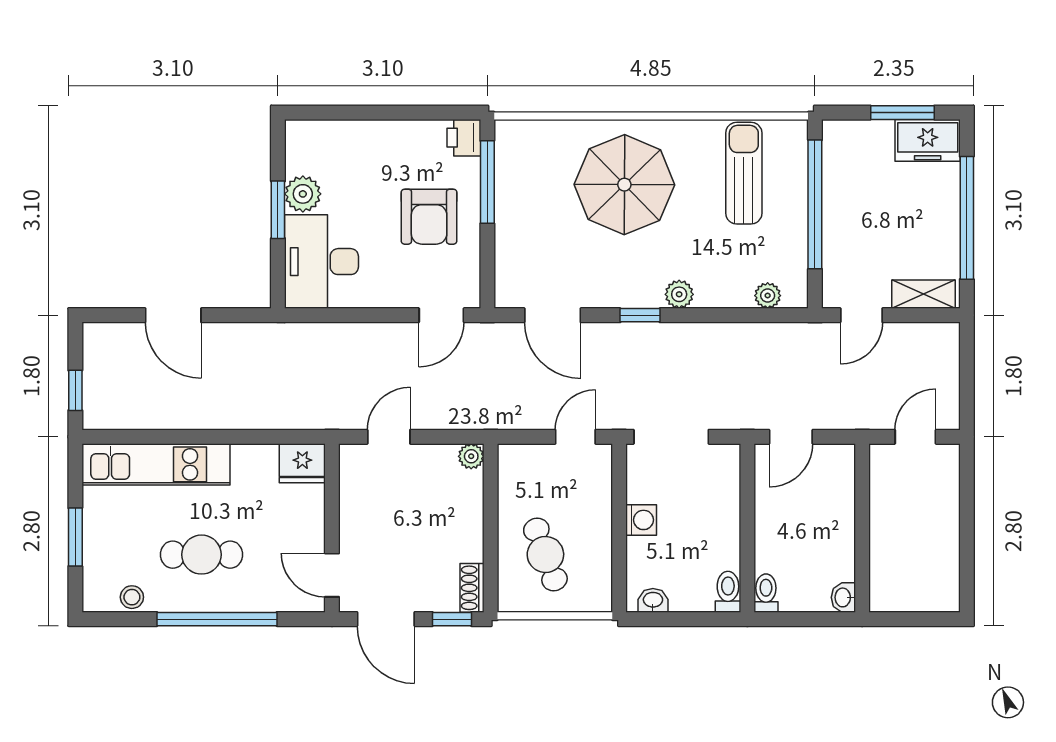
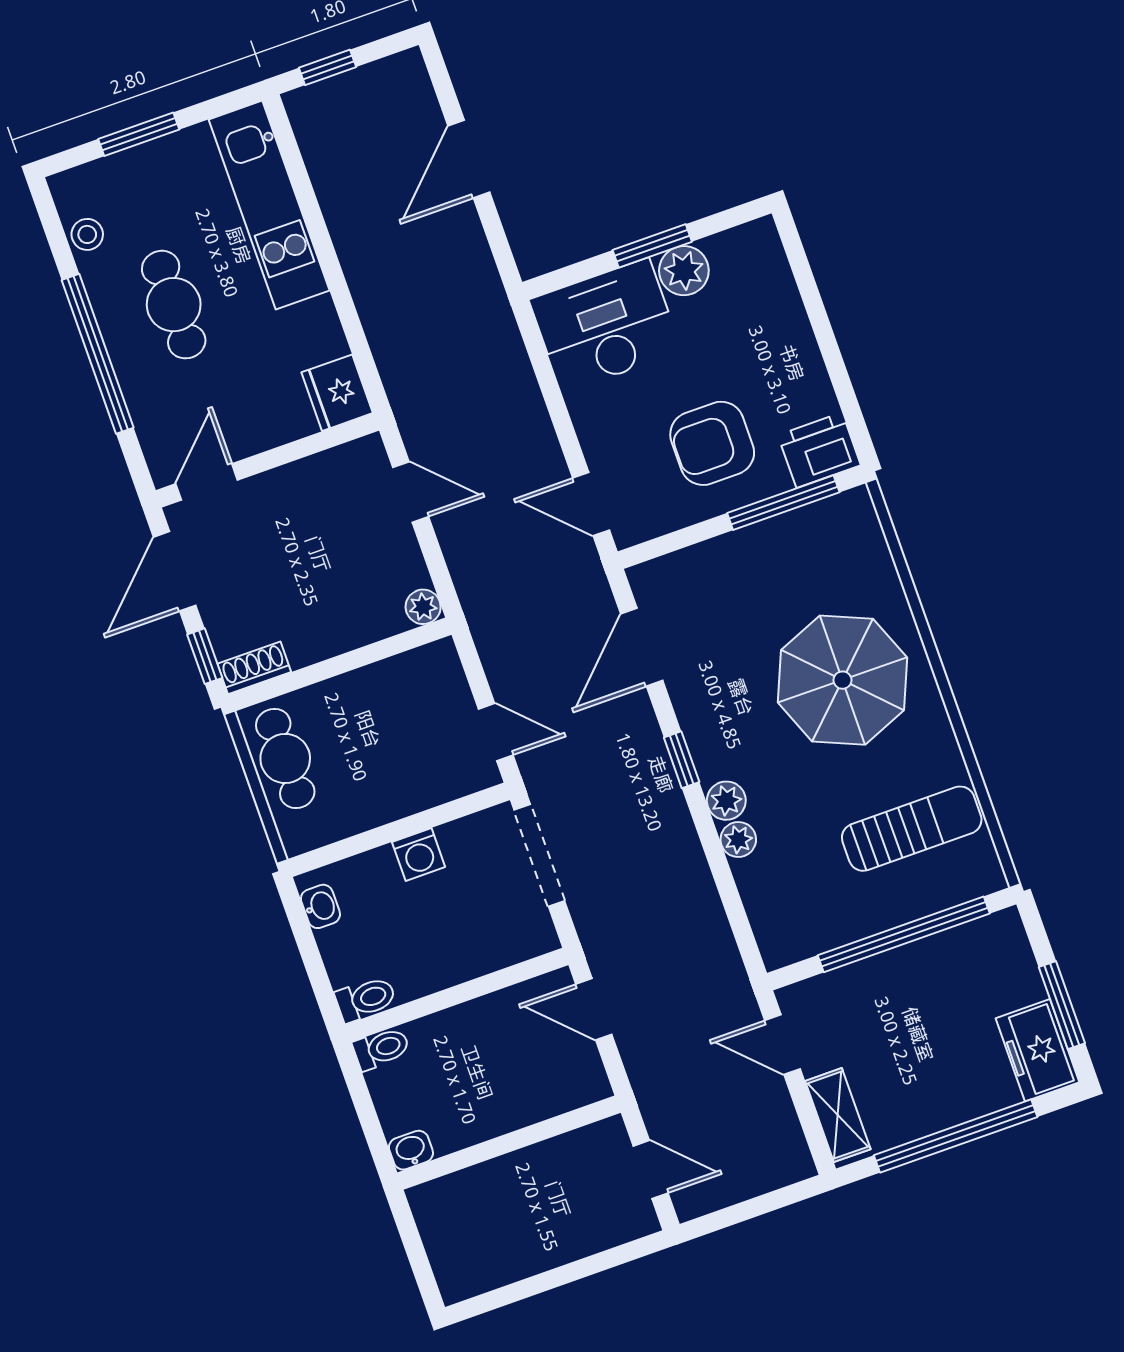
printer: (464, 138) -> (819, 450), width x1.36, depth x1.24
plant: (768, 296) -> (738, 839), moved
cafe table: (545, 554) -> (285, 759), moved, turned -70

